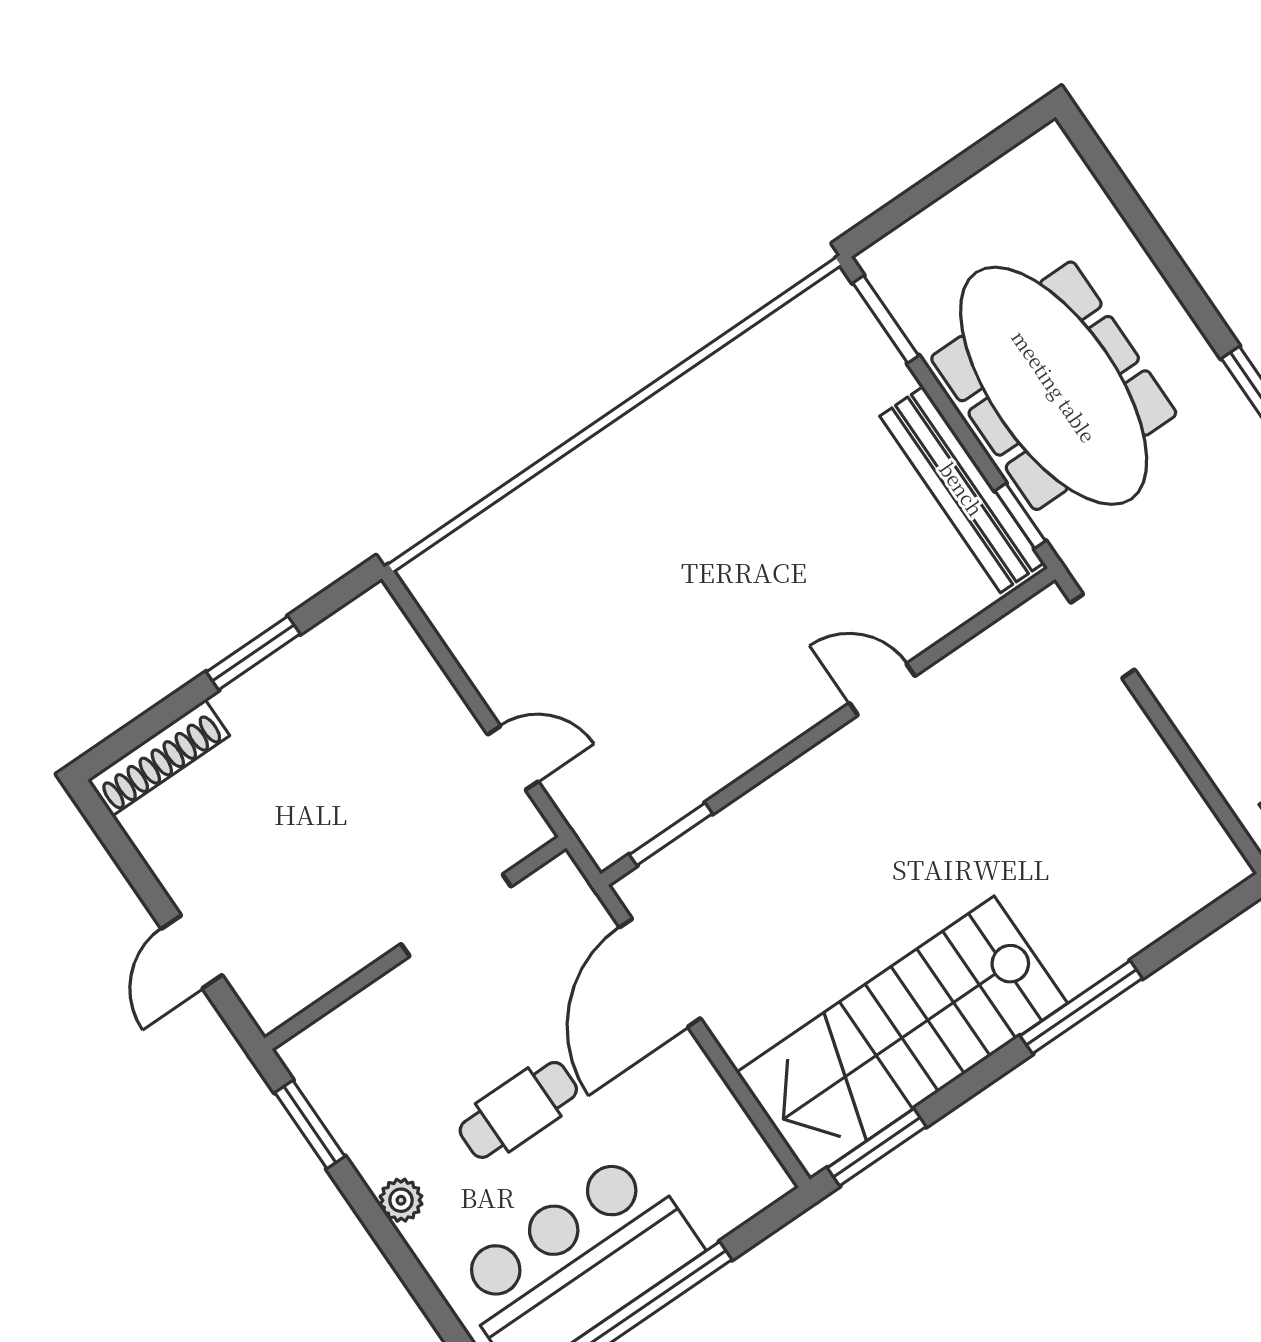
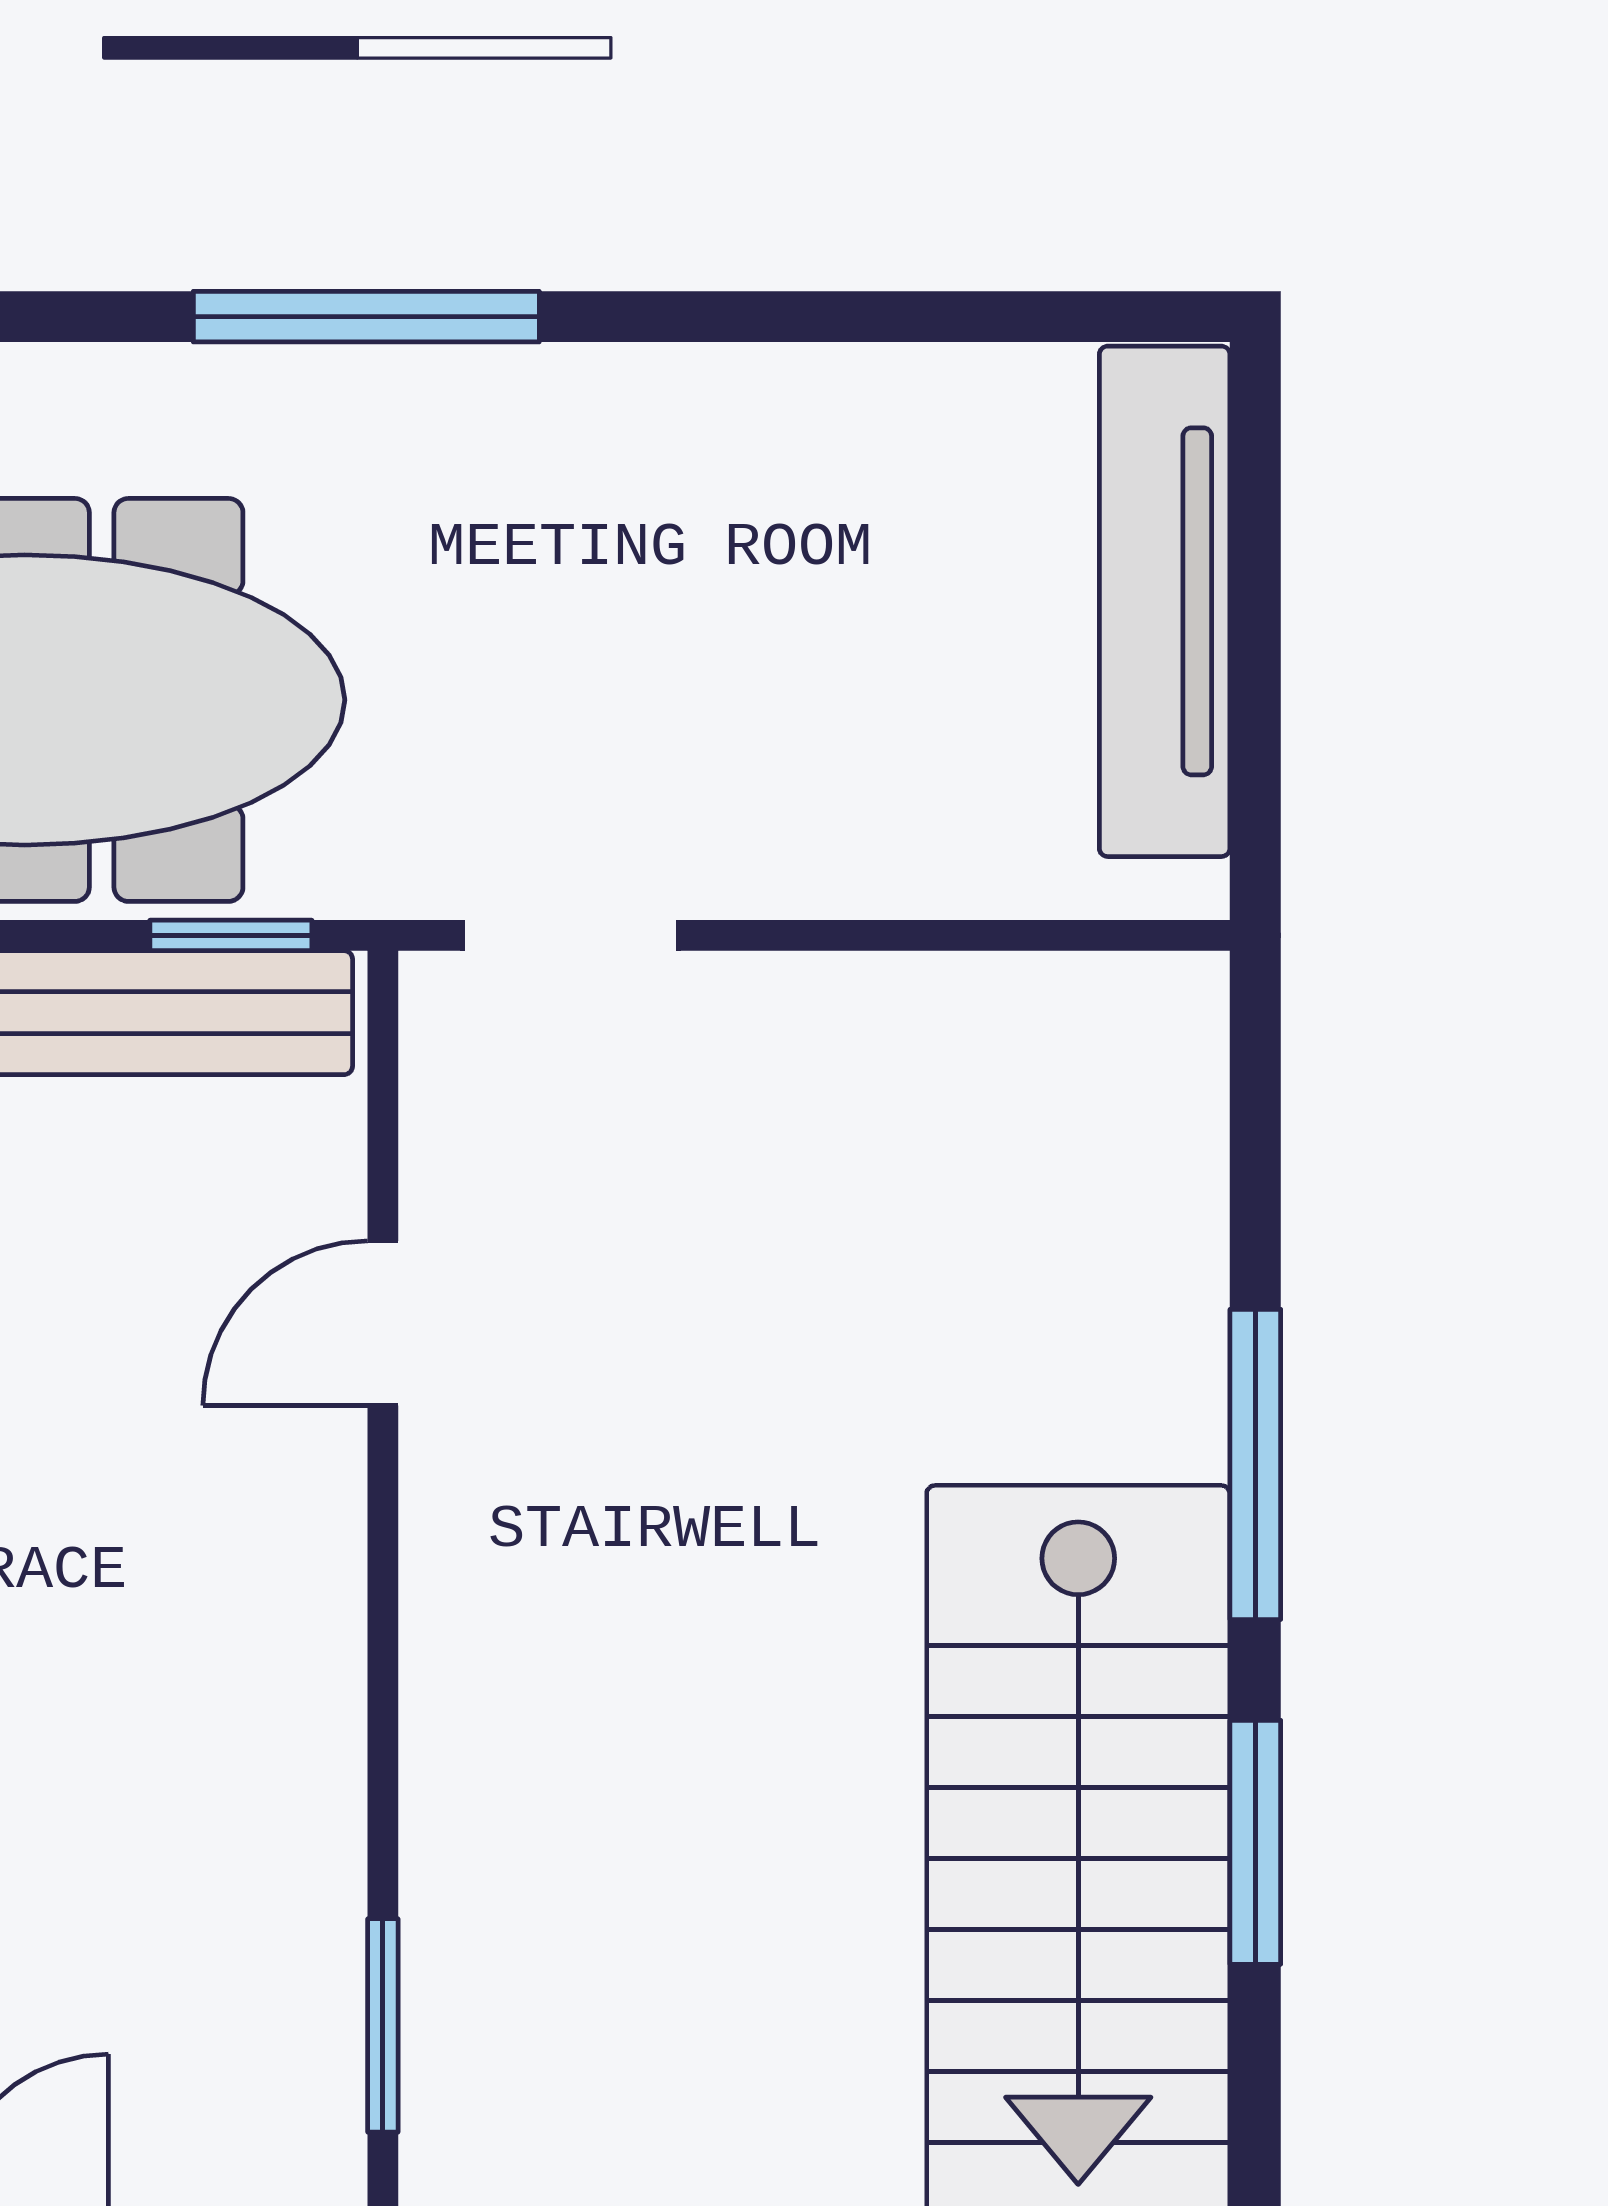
door: (882, 689) -> (383, 1323), moved
window: (877, 1147) -> (1255, 1842), moved

